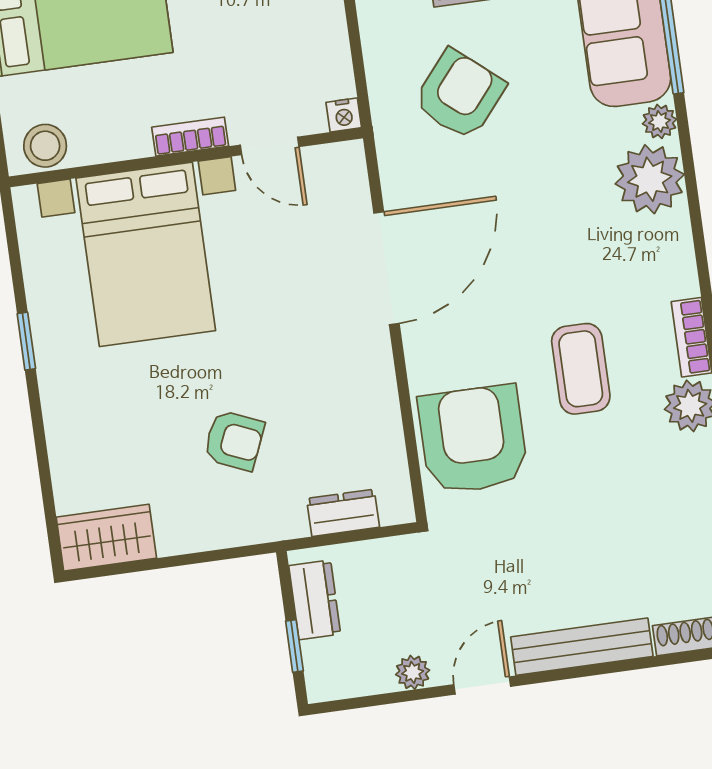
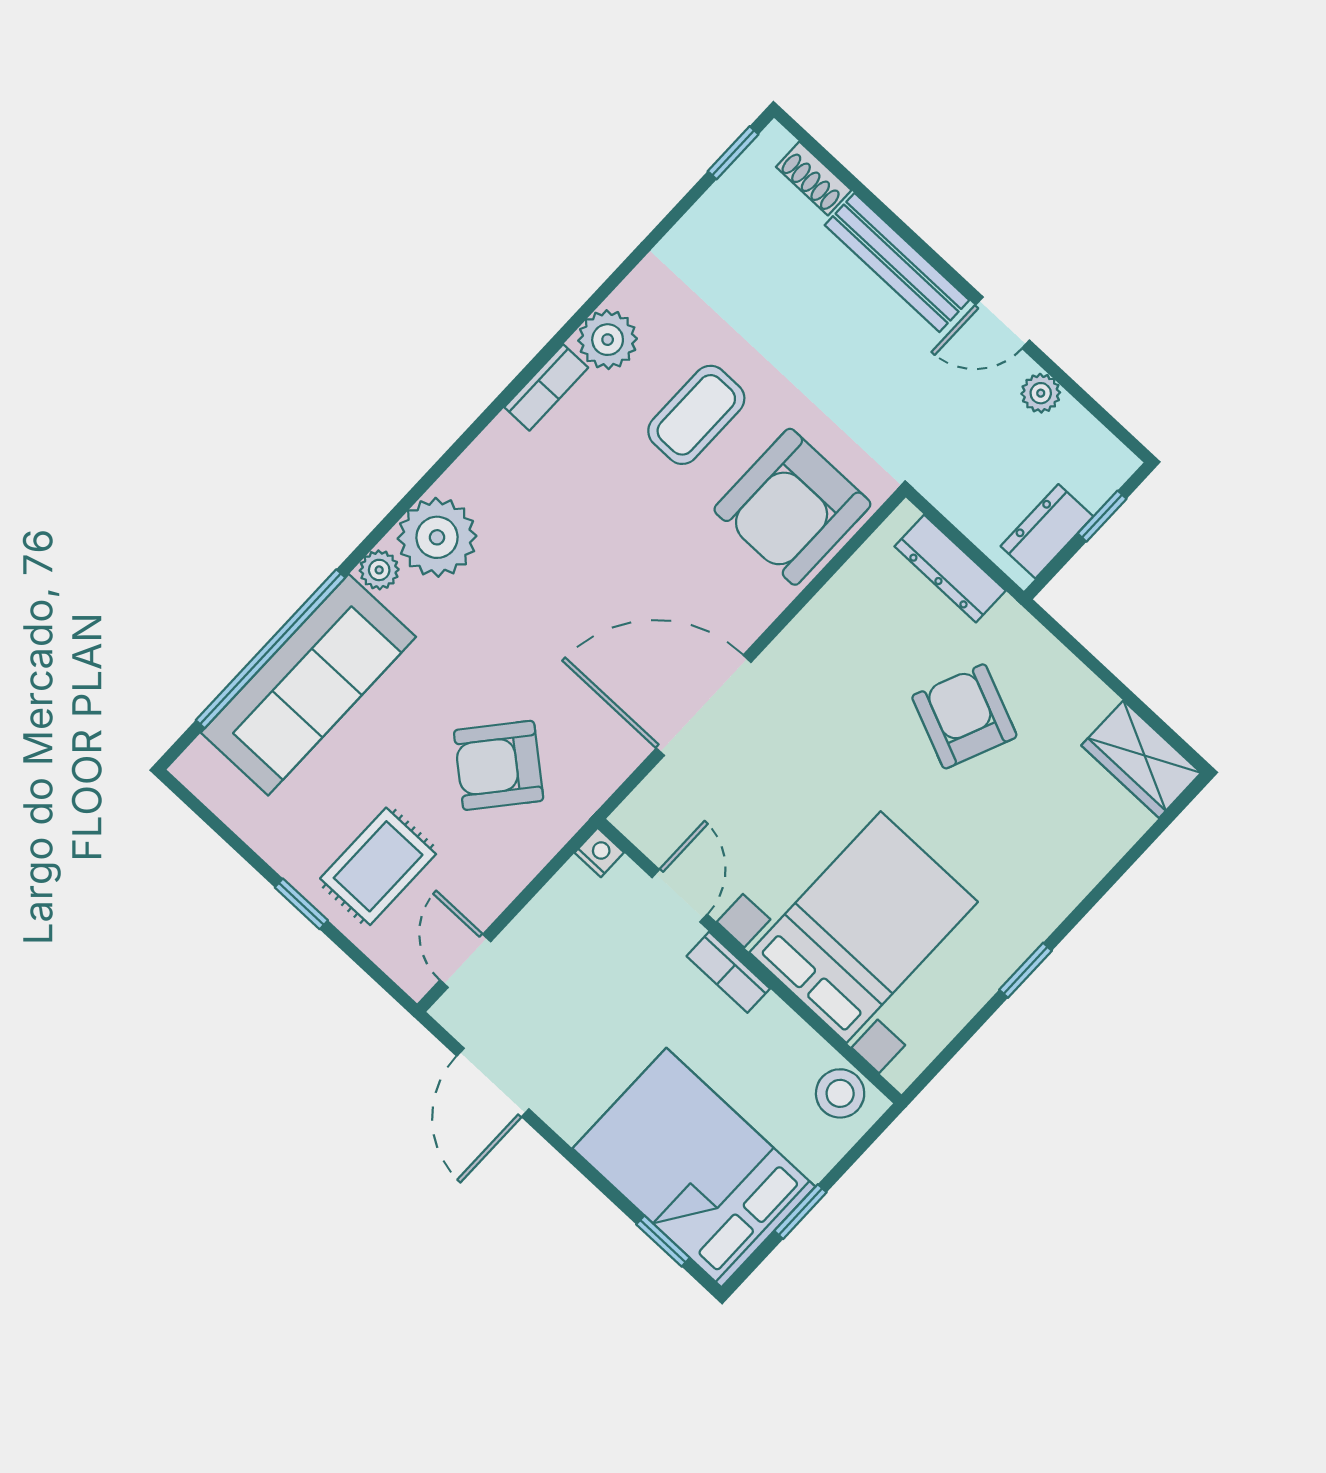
coffee table: (581, 369) -> (696, 415), moved
armchair: (234, 440) -> (964, 716), width x1.38, depth x1.38
dresser: (343, 513) -> (950, 569), width x1.44

